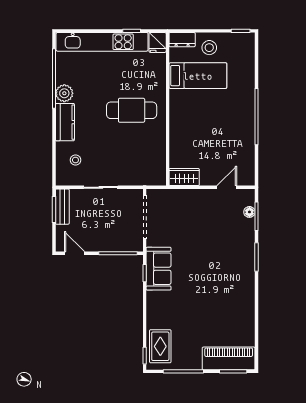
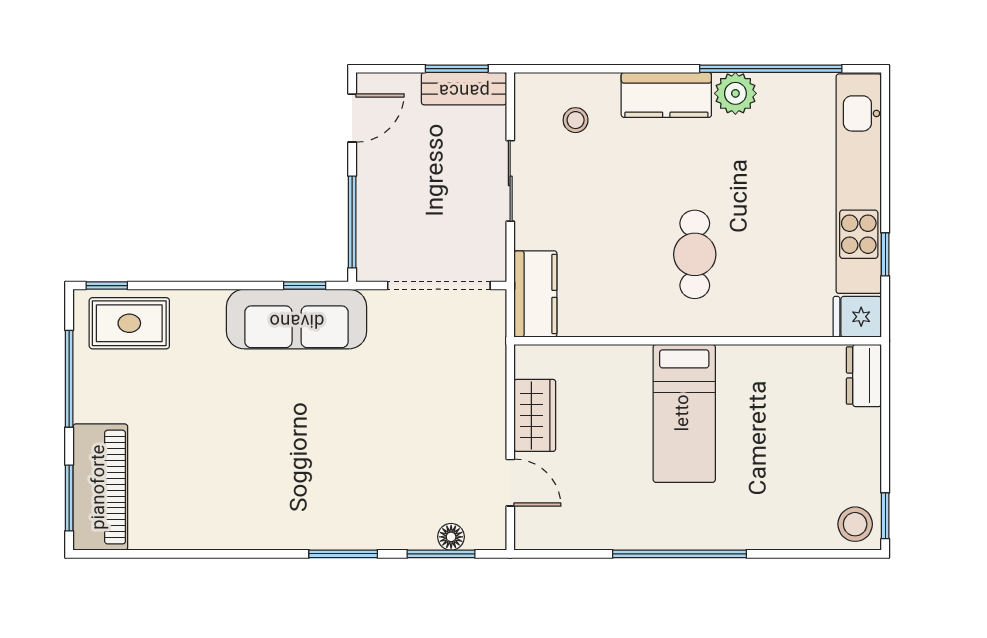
stool: (209, 48) -> (855, 524), moved
bed: (198, 76) -> (684, 413), moved
cafe table: (132, 110) -> (695, 254), width x0.73, depth x0.74
kitchen counter: (148, 177) -> (535, 294), added
wardrobe: (184, 177) -> (535, 415), moved
sofa: (159, 269) -> (297, 319), width x1.36

